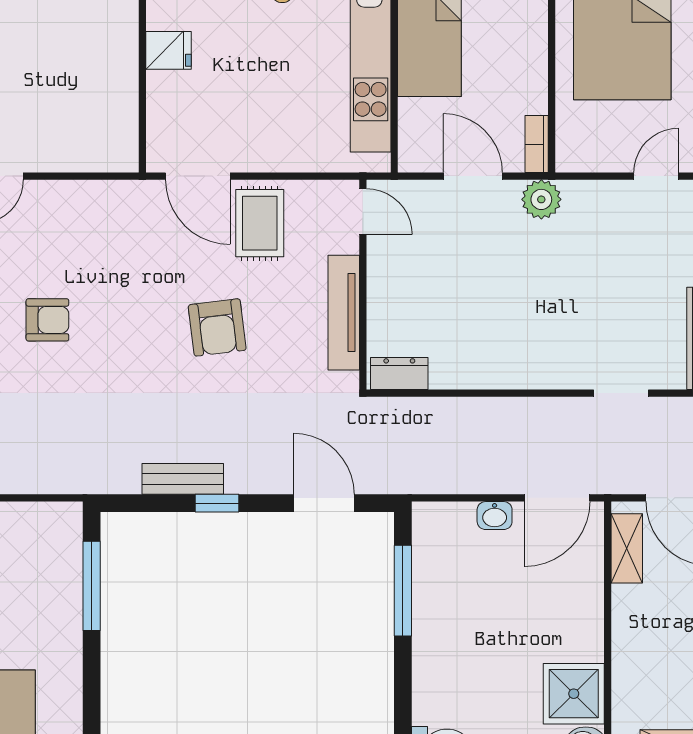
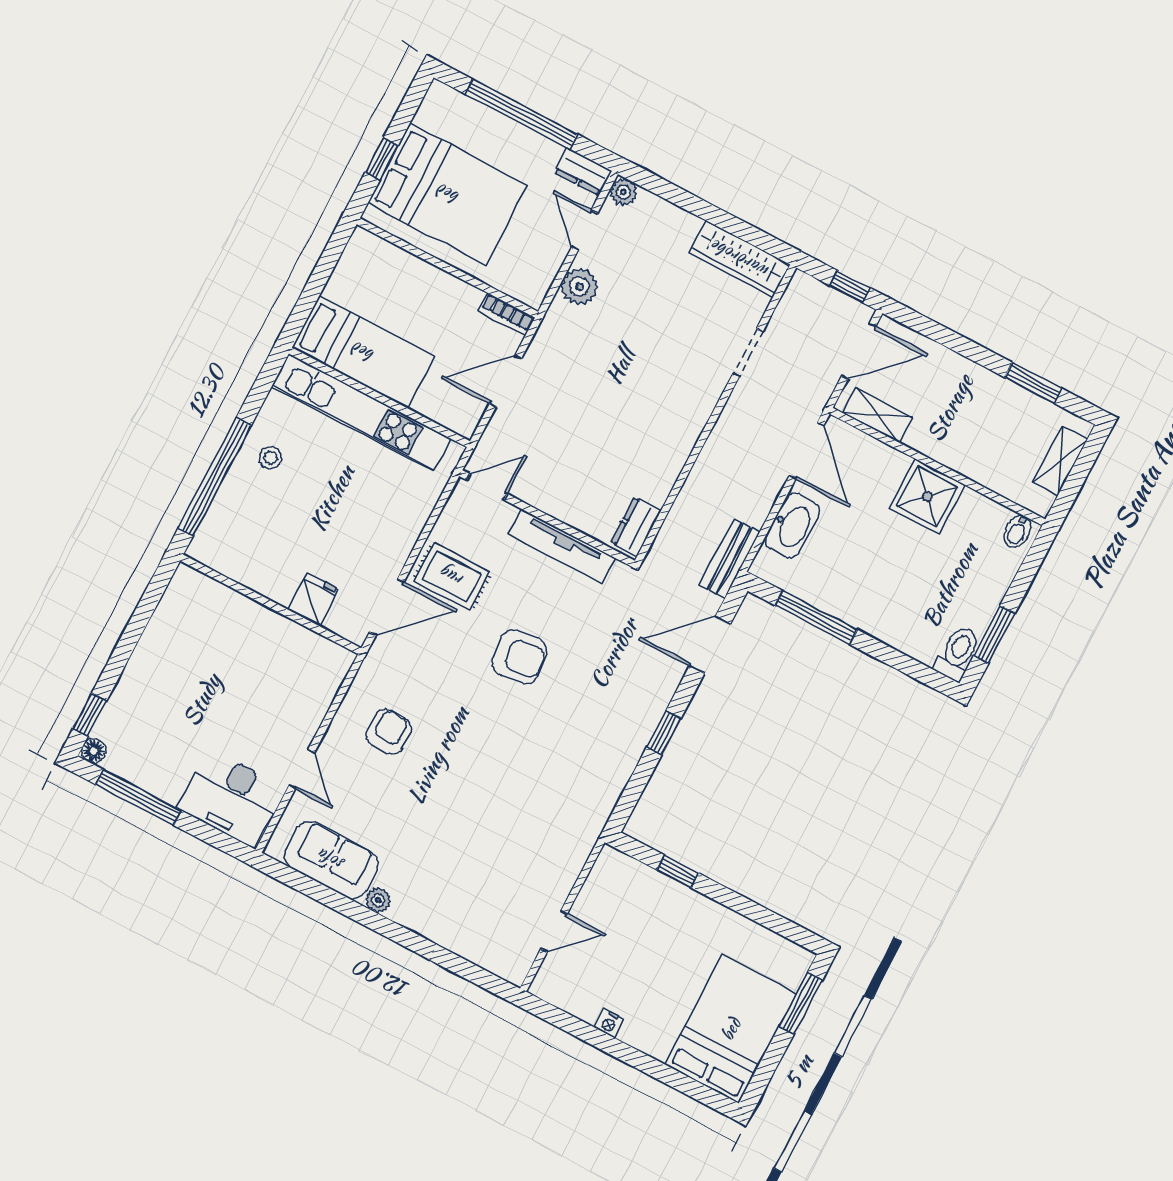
fridge: (169, 50) -> (313, 599), moved
plant: (541, 199) -> (579, 287), moved
armchair: (47, 320) -> (389, 732), moved
bench: (183, 479) -> (730, 559), moved
washbasin: (495, 516) -> (792, 525), width x1.91, depth x1.45
window: (92, 586) -> (678, 871), width x0.46
shower: (574, 694) -> (927, 497), moved

